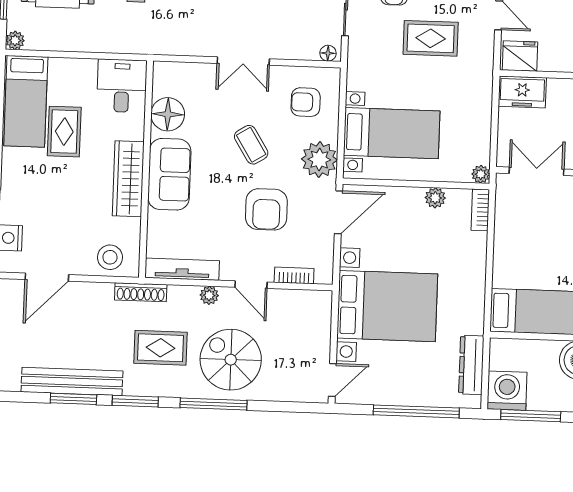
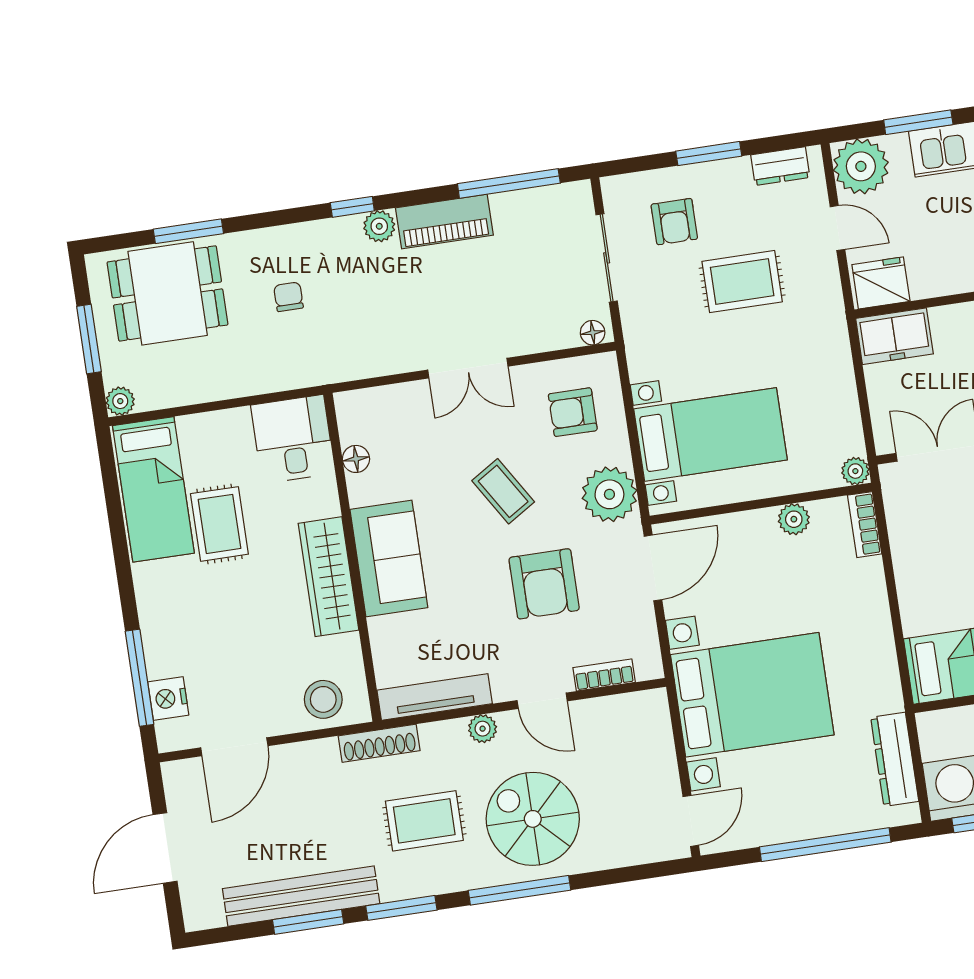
floor lamp: (168, 114) -> (356, 459), width x0.53, depth x0.53

